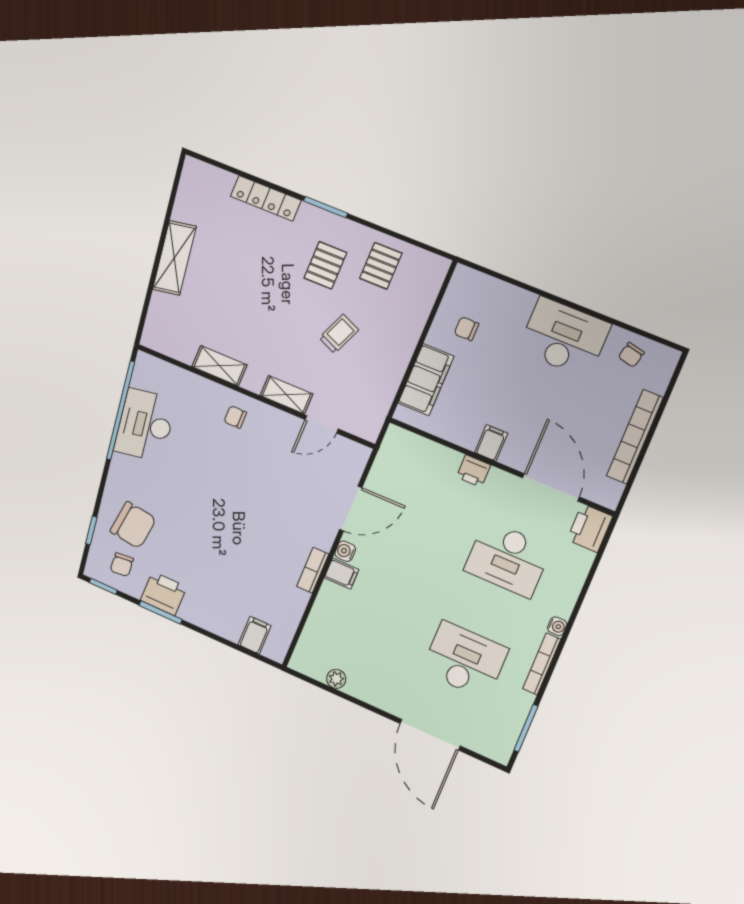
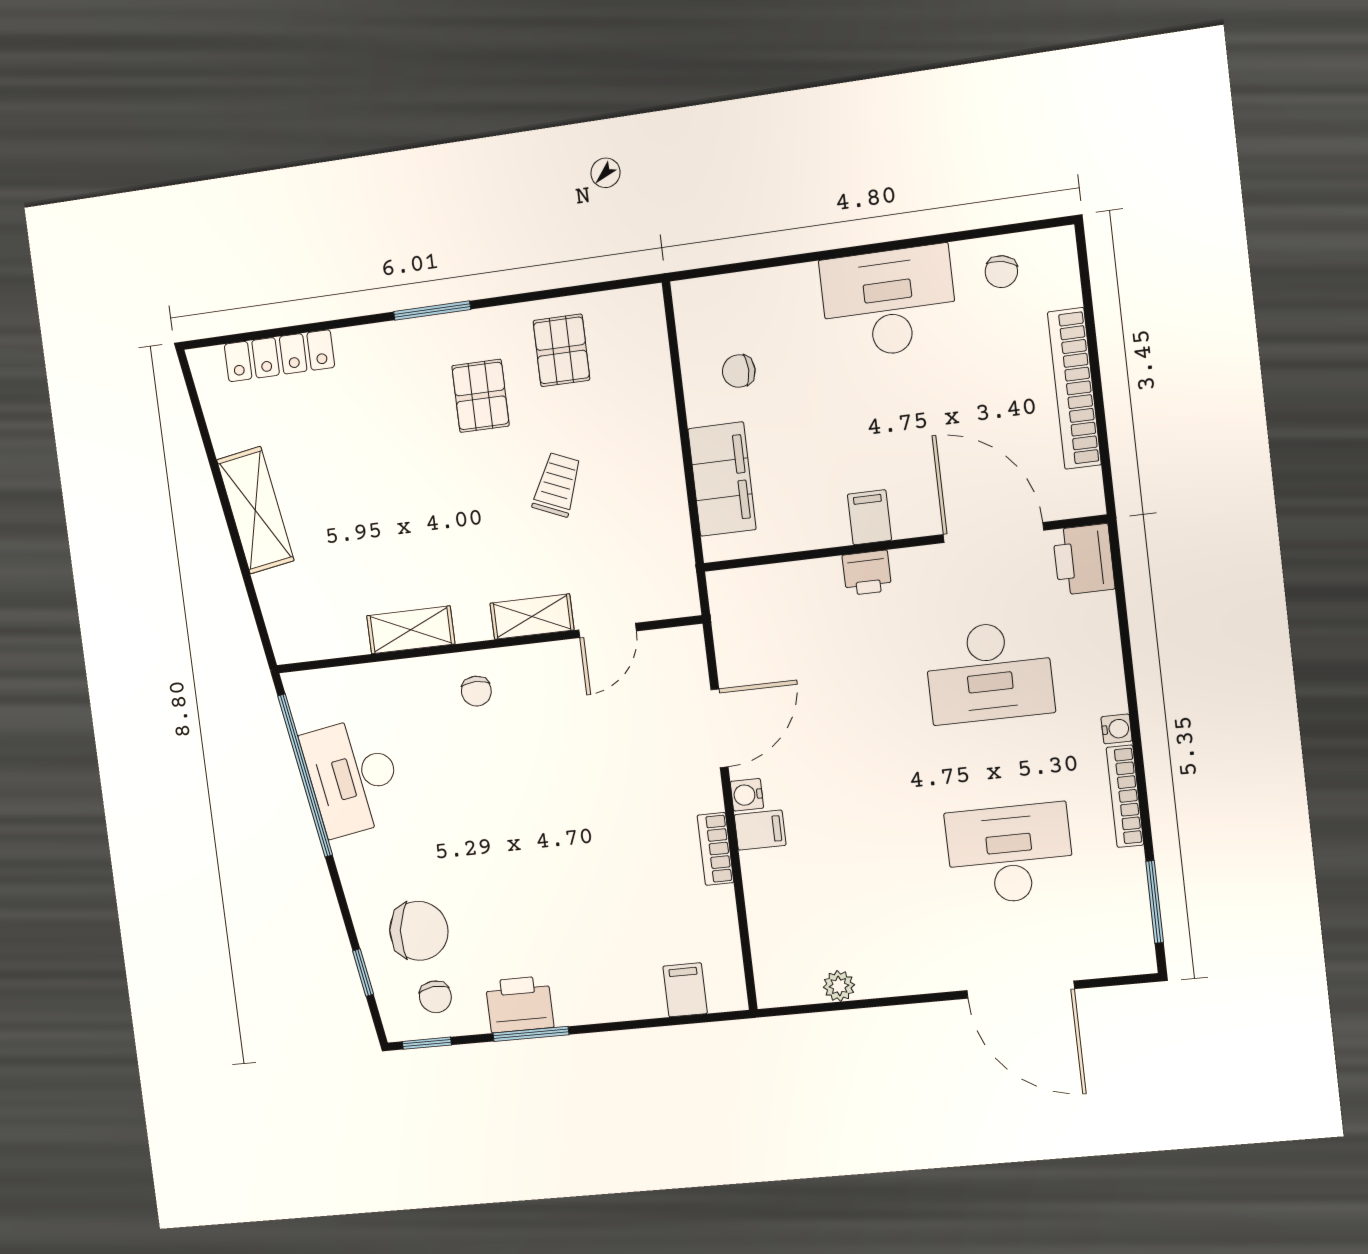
locker: (266, 198) -> (279, 356), moved
chair: (235, 417) -> (476, 691), turned -90

